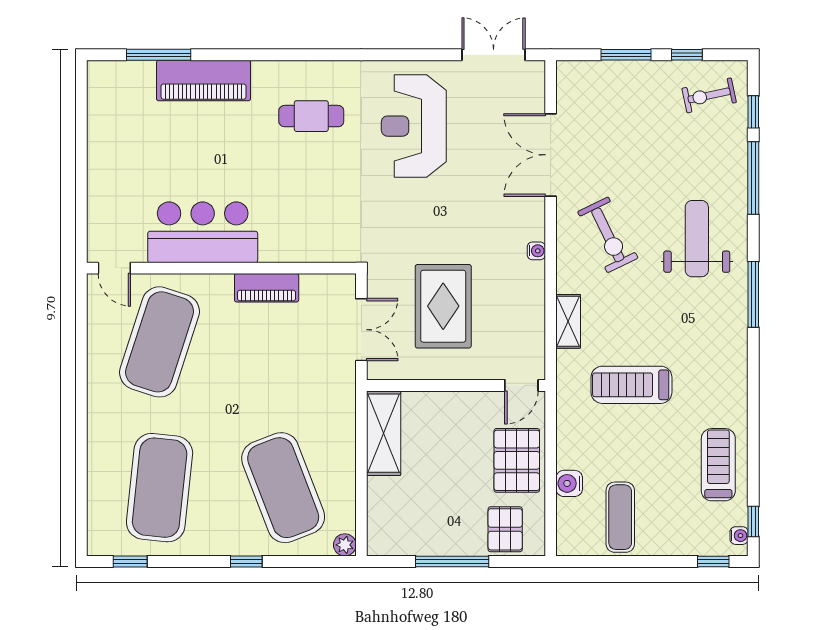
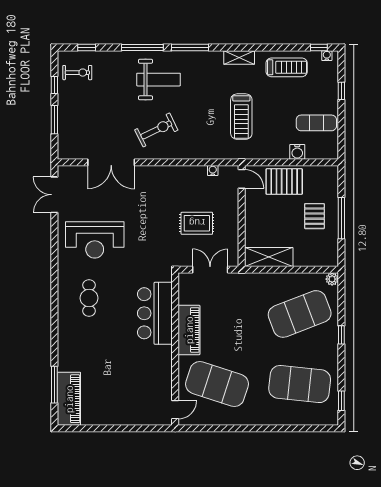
piano: (204, 81) -> (69, 399), moved
exercise bike: (709, 95) -> (77, 73), turned -78
window: (753, 178) -> (142, 47), moved
bar counter: (203, 232) -> (155, 313), moved
weight bench: (697, 239) -> (159, 80), turned 180
water cooler: (536, 251) -> (213, 170), moved
piano: (267, 288) -> (189, 330), width x1.37, depth x1.33
rug: (443, 306) -> (197, 223), width x0.73, depth x0.70
shelving: (568, 321) -> (239, 57), moved
treadmill: (718, 465) -> (287, 67), turned 180
pallet: (505, 529) -> (314, 216), moved, turned 90
window: (713, 561) -> (341, 91), moved

